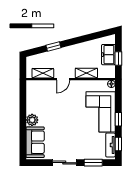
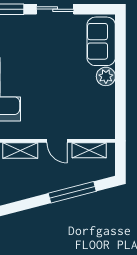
window: (53, 47) -> (72, 192), width x2.17
door: (63, 79) -> (57, 141), swing flipped

